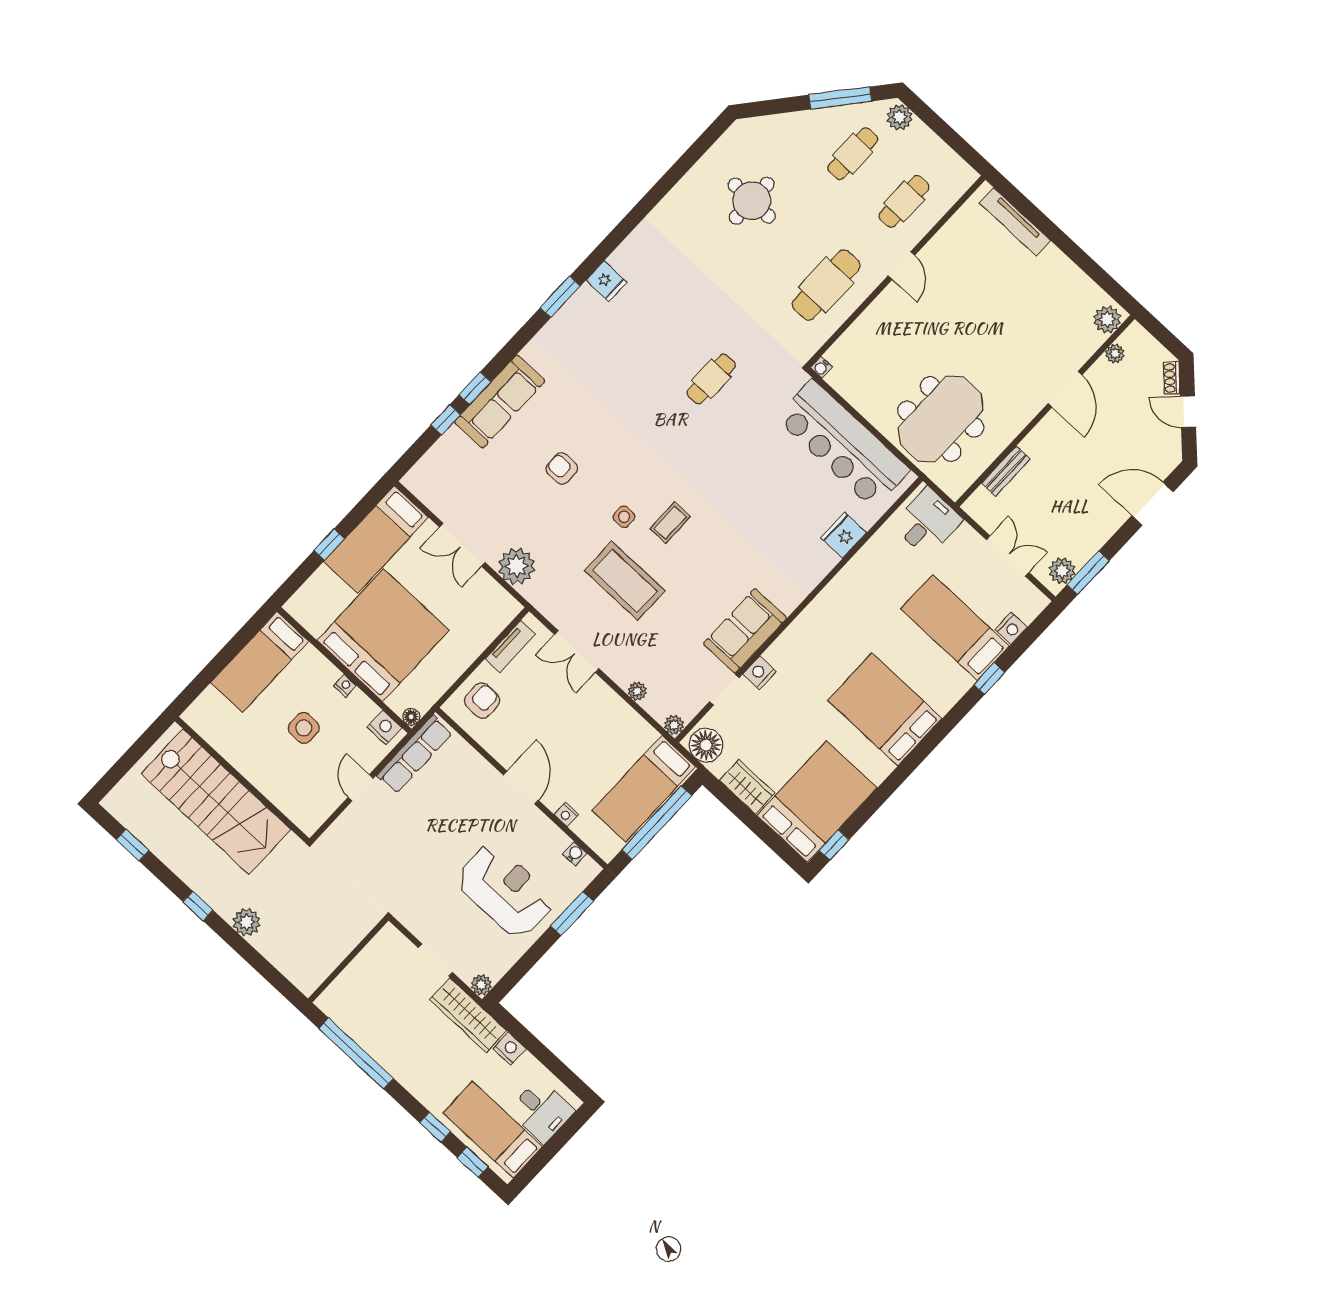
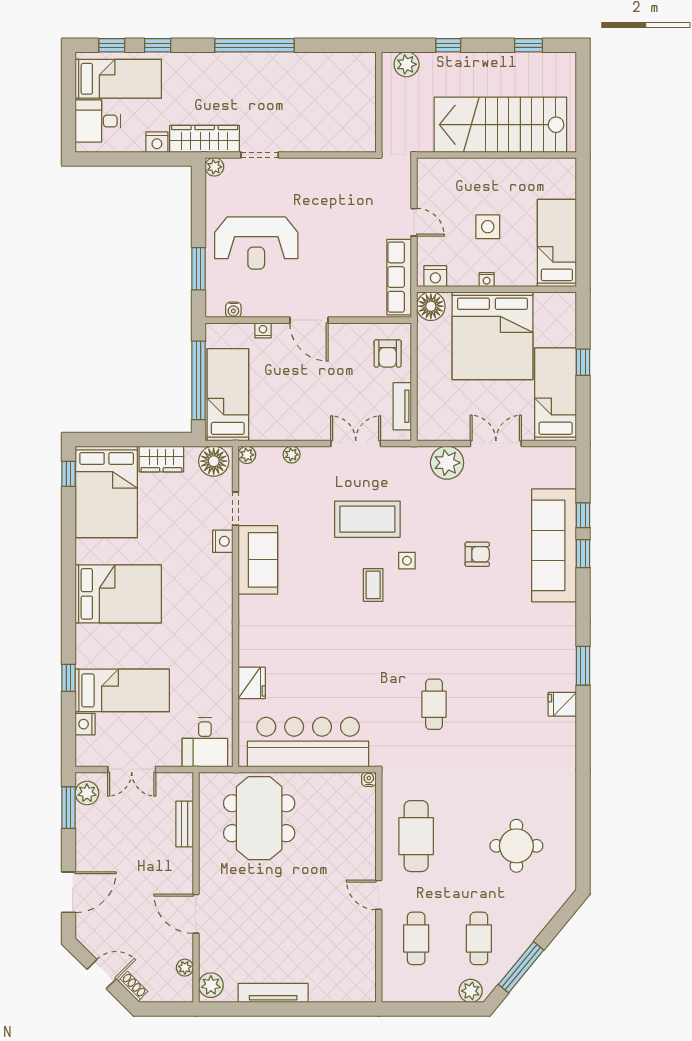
tv unit: (1015, 222) -> (273, 993), moved
sofa: (500, 401) -> (554, 545), width x1.36, depth x1.27
floor lamp: (411, 717) -> (431, 306), width x1.89, depth x1.89
wall: (348, 960) -> (379, 102), moved

